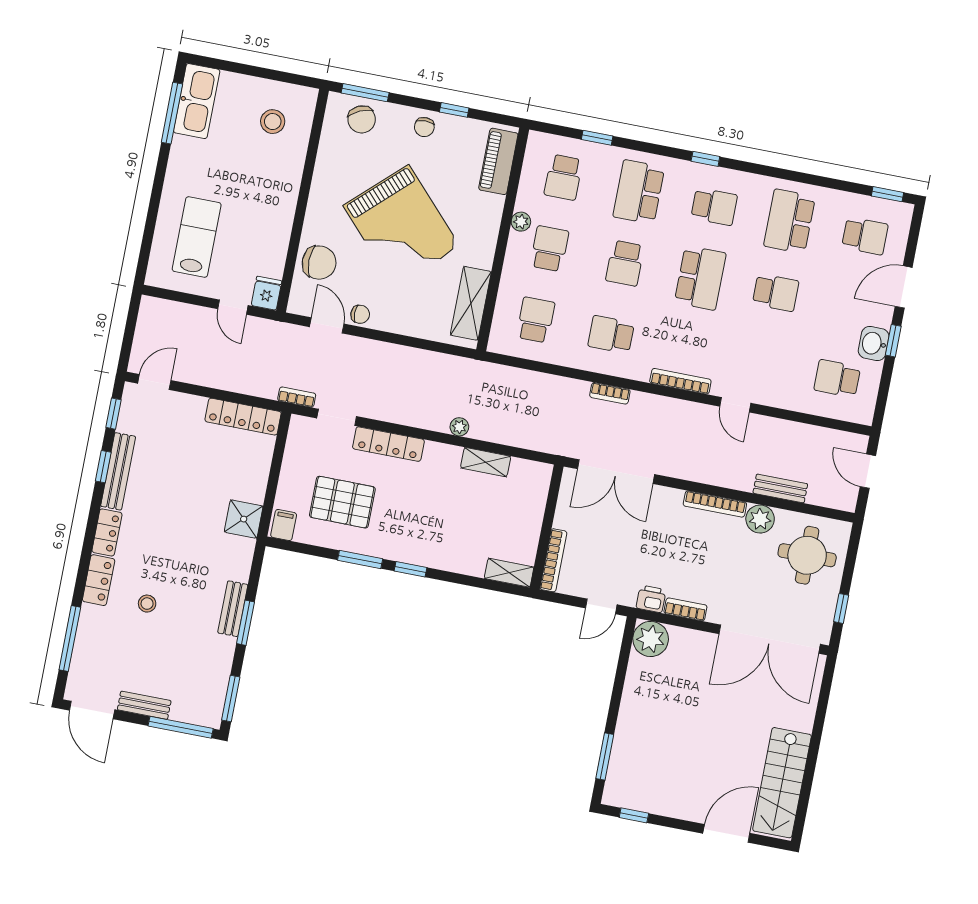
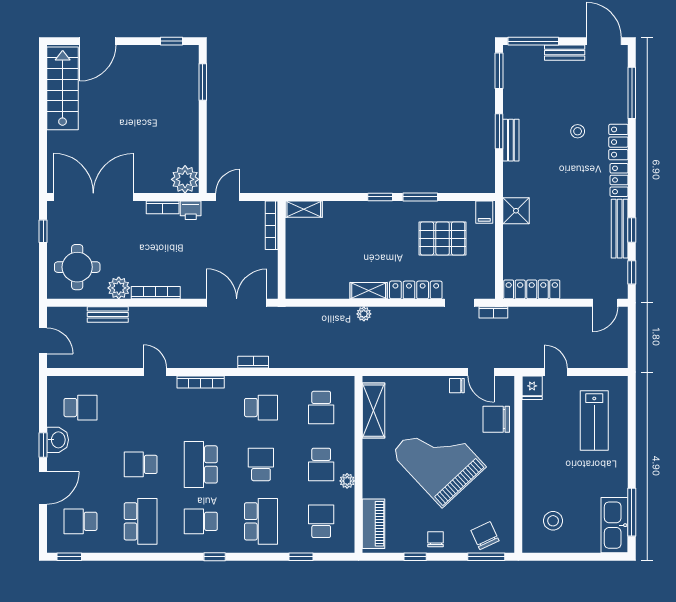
shelving: (486, 462) -> (369, 291), moved

